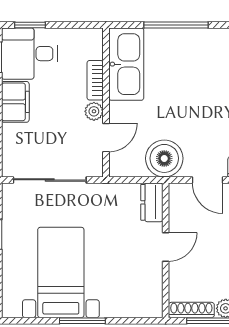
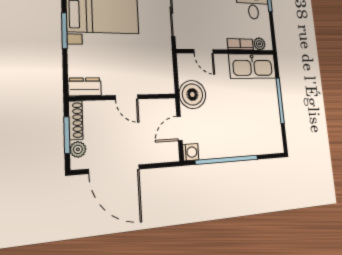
plant: (94, 111) -> (259, 44), moved
dresser: (152, 202) -> (85, 87), moved

